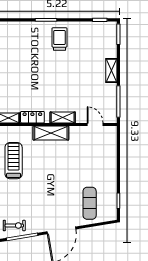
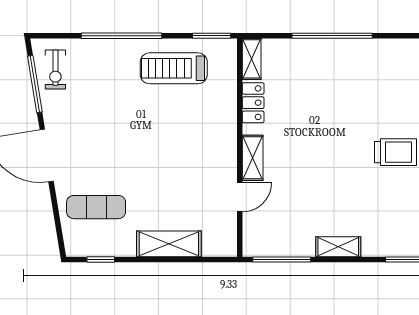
door: (95, 125) -> (240, 197), moved
shelving: (51, 133) -> (169, 244), moved, turned 90
treadmill: (14, 161) -> (174, 68), turned 180

